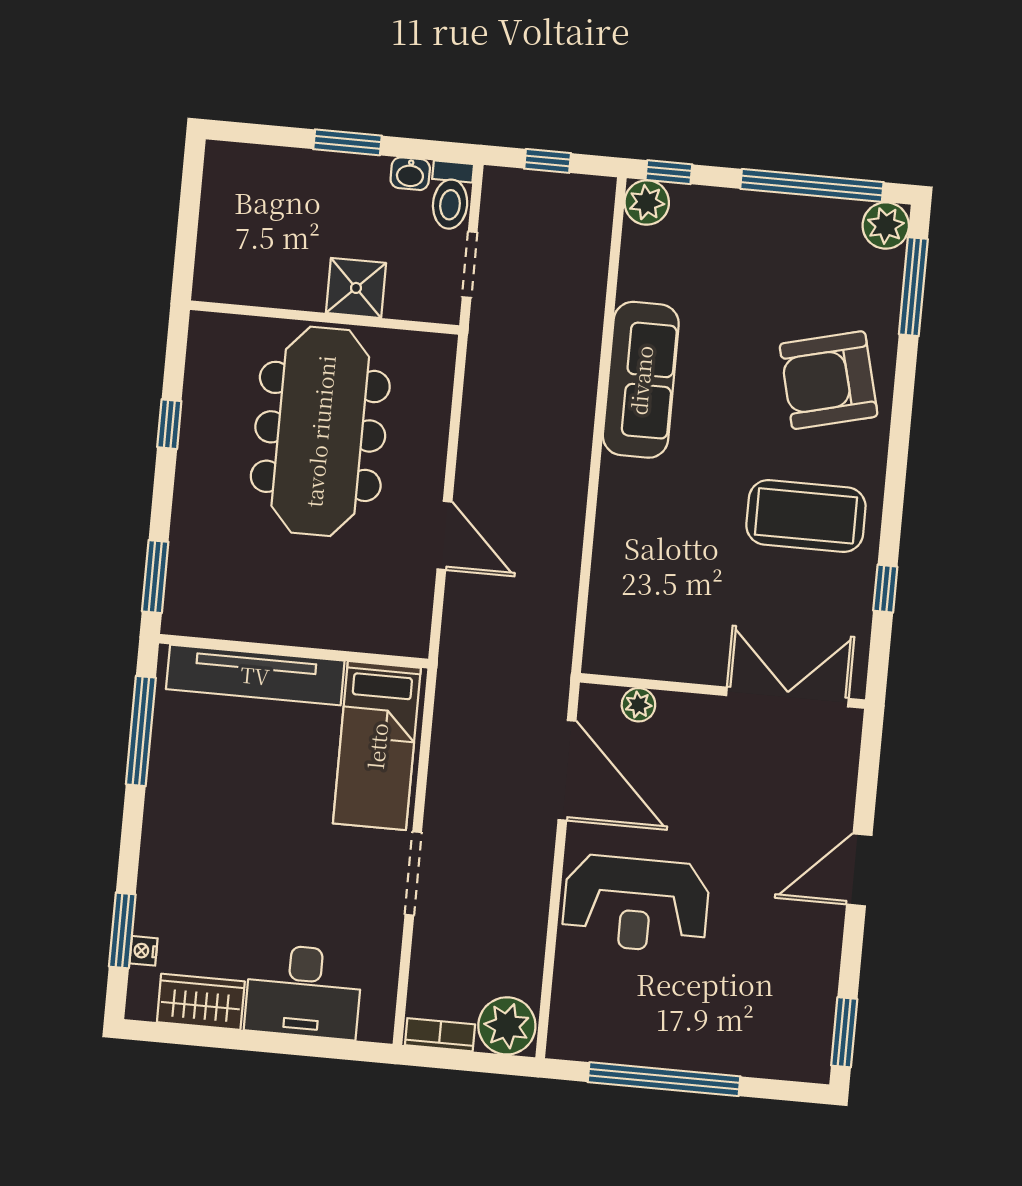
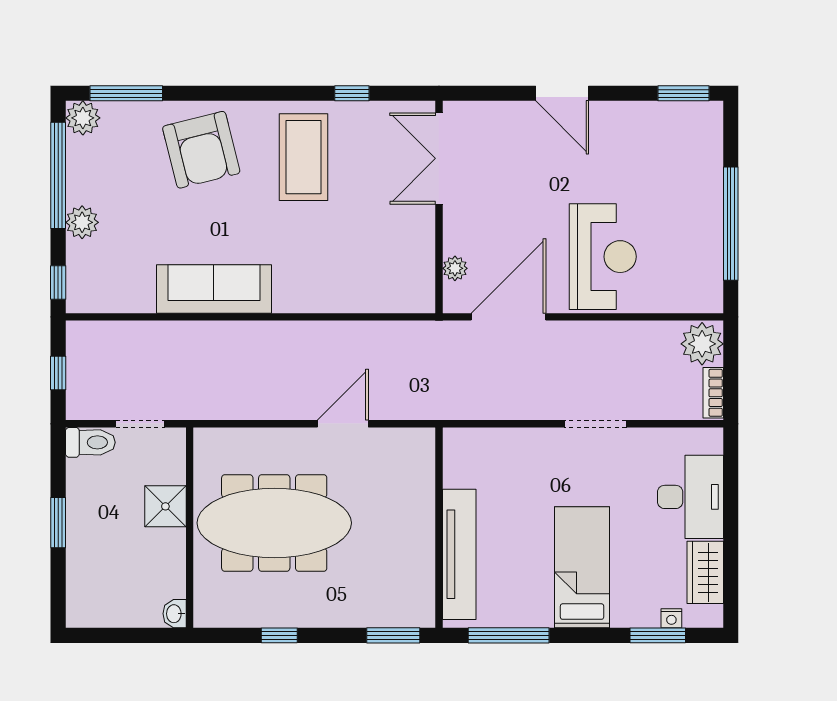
washbasin: (410, 174) -> (175, 614), moved, turned 180
plant: (647, 202) -> (82, 222), moved
bed: (377, 746) -> (582, 567), moved, turned -90

